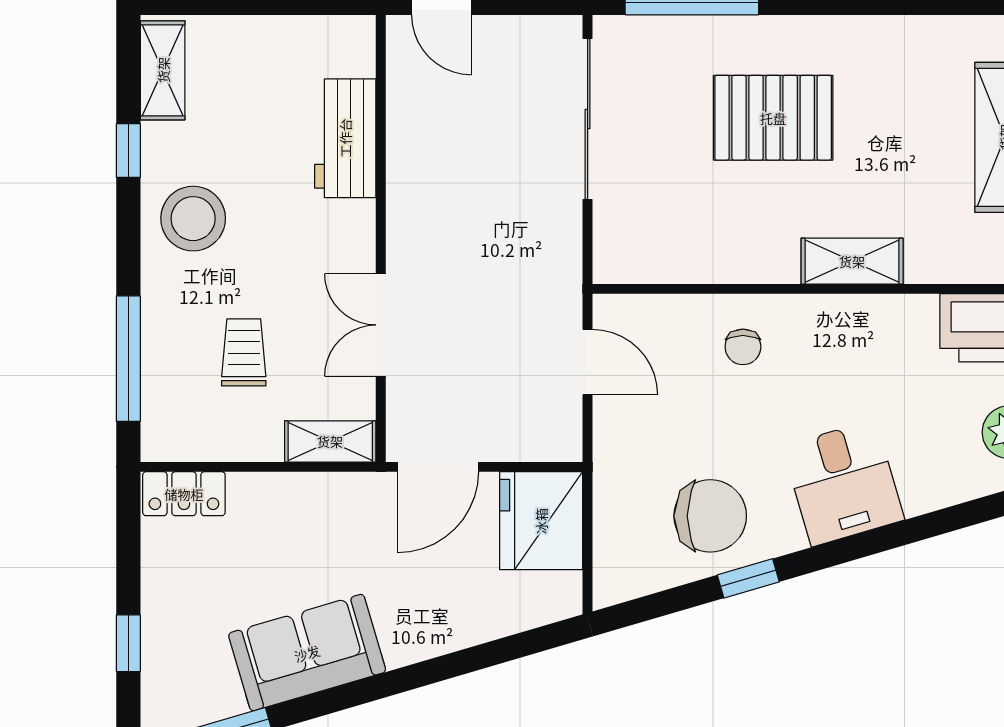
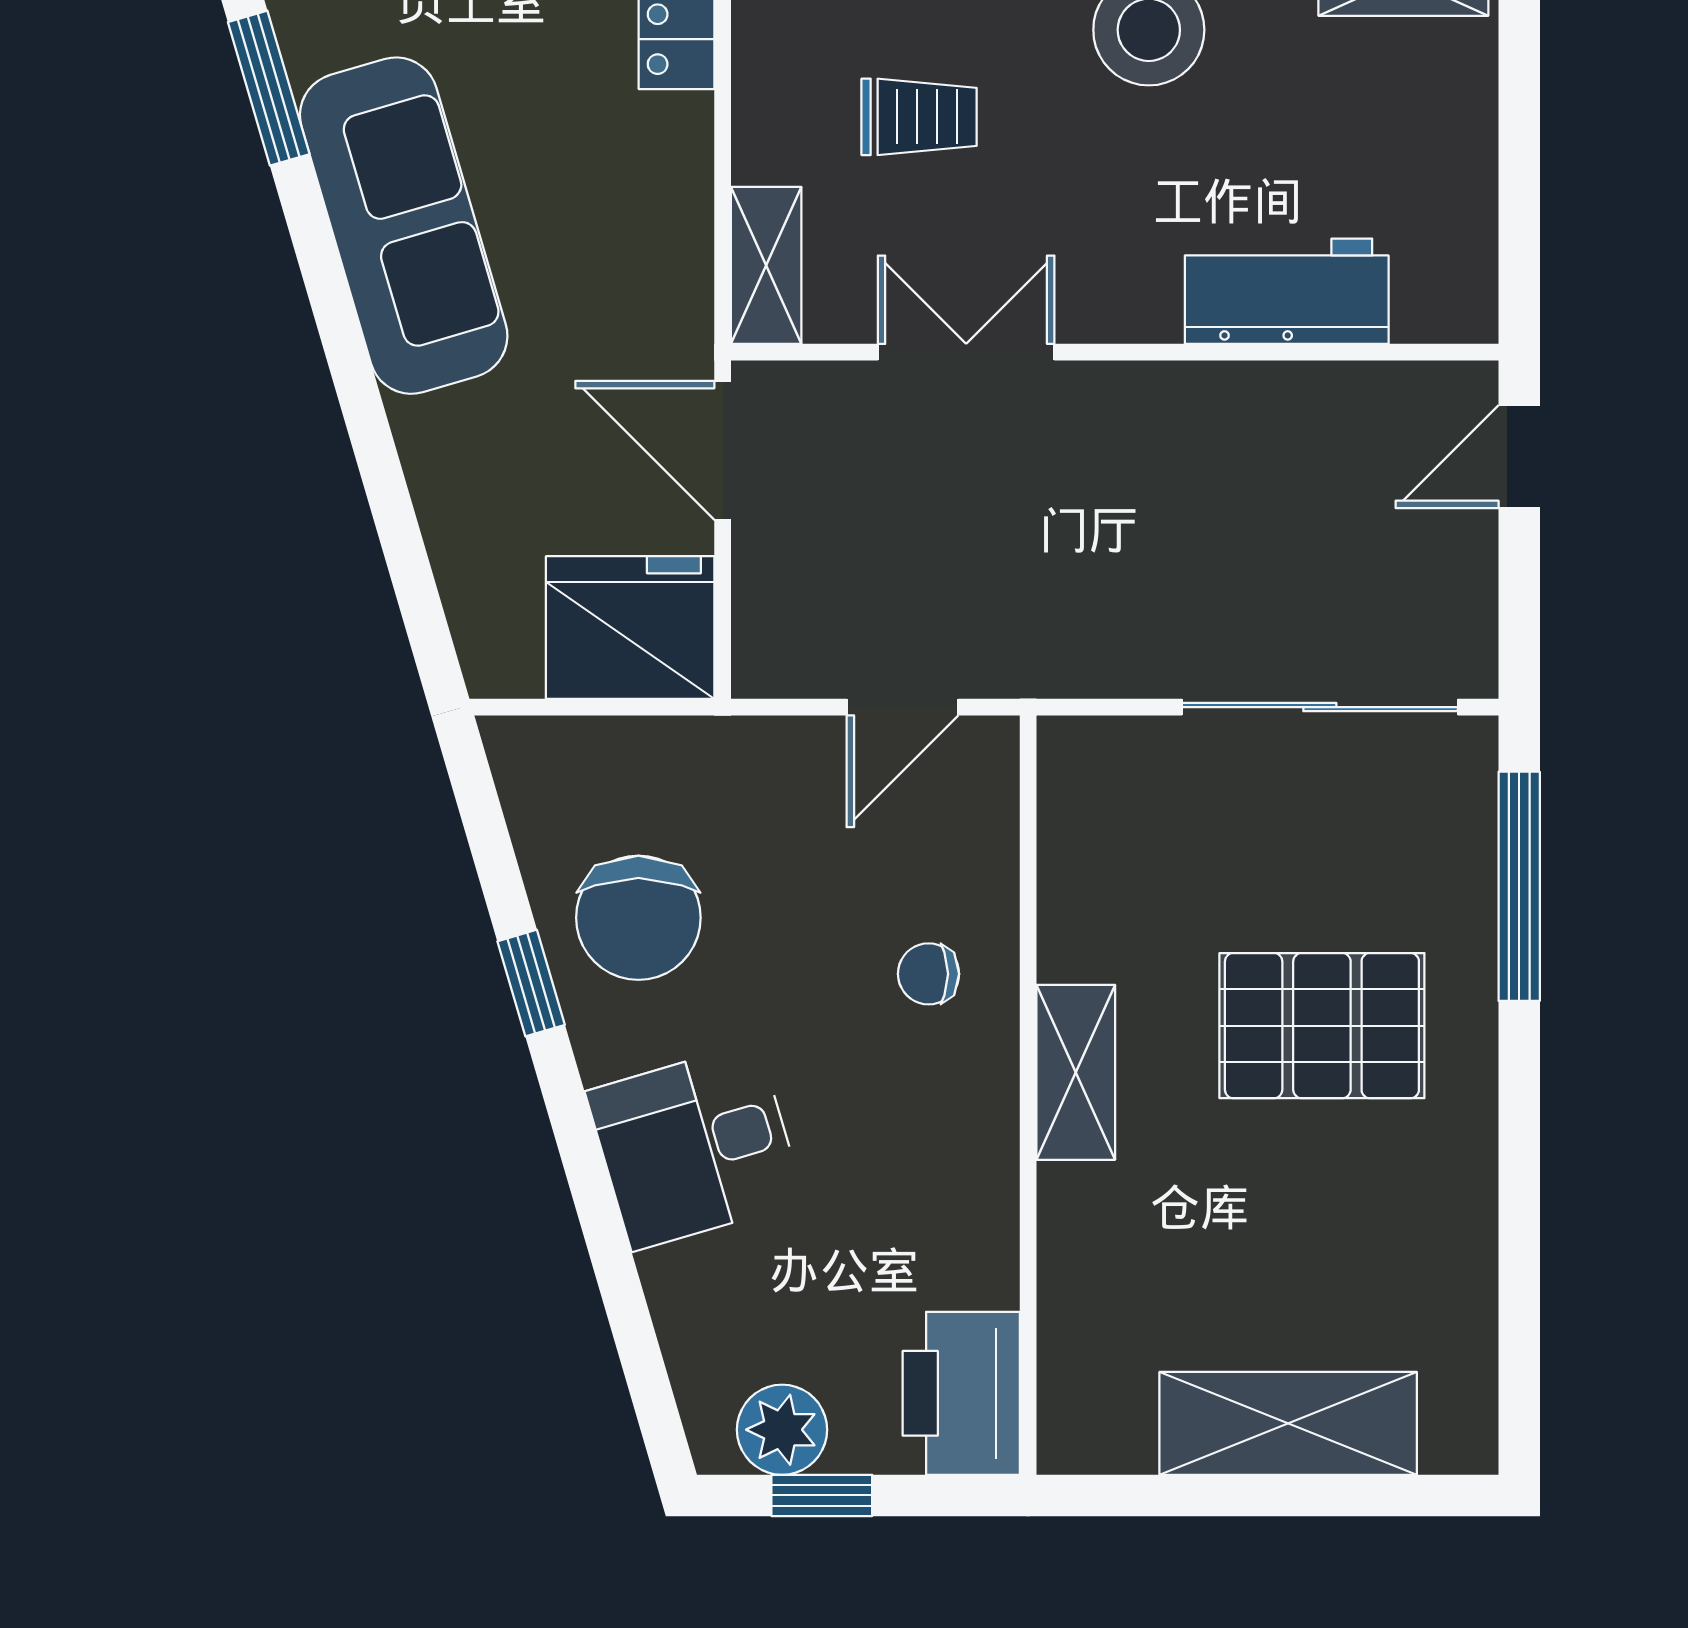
pallet: (773, 118) -> (1322, 1026), turned 90
shelving: (852, 261) -> (1076, 1072), moved
sofa: (307, 653) -> (404, 226), width x1.36

